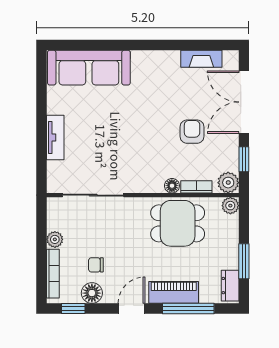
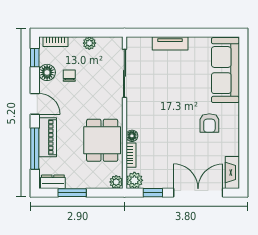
fireplace: (201, 59) -> (232, 172), moved
armchair: (192, 132) -> (209, 123), moved, turned 90
bookcase: (53, 274) -> (55, 42), width x0.64

